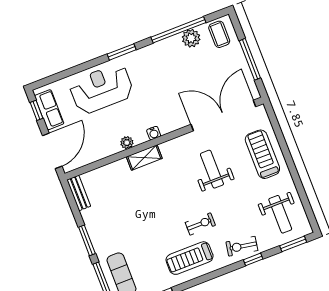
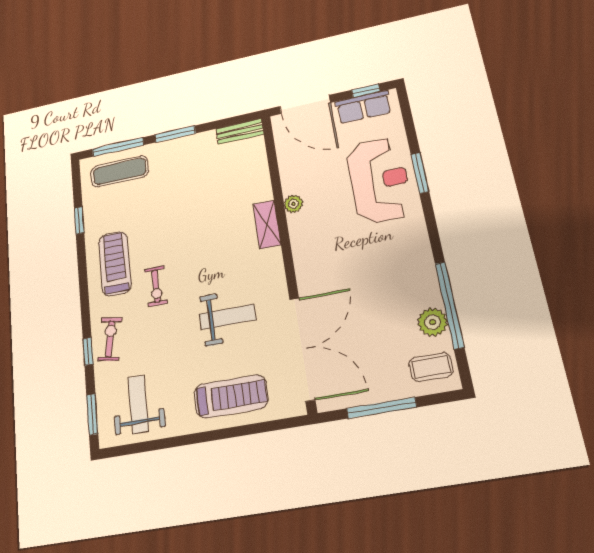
window: (122, 52) -> (420, 173), moved
water cooler: (154, 133) -> (299, 243), removed
weight bench: (280, 214) -> (138, 404), turned 90

